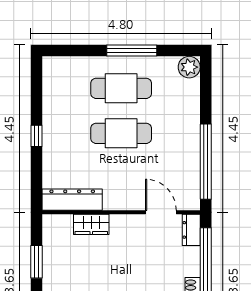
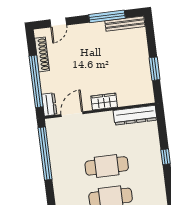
door: (161, 212) -> (72, 114), swing flipped
wardrobe: (91, 224) -> (104, 102), moved

